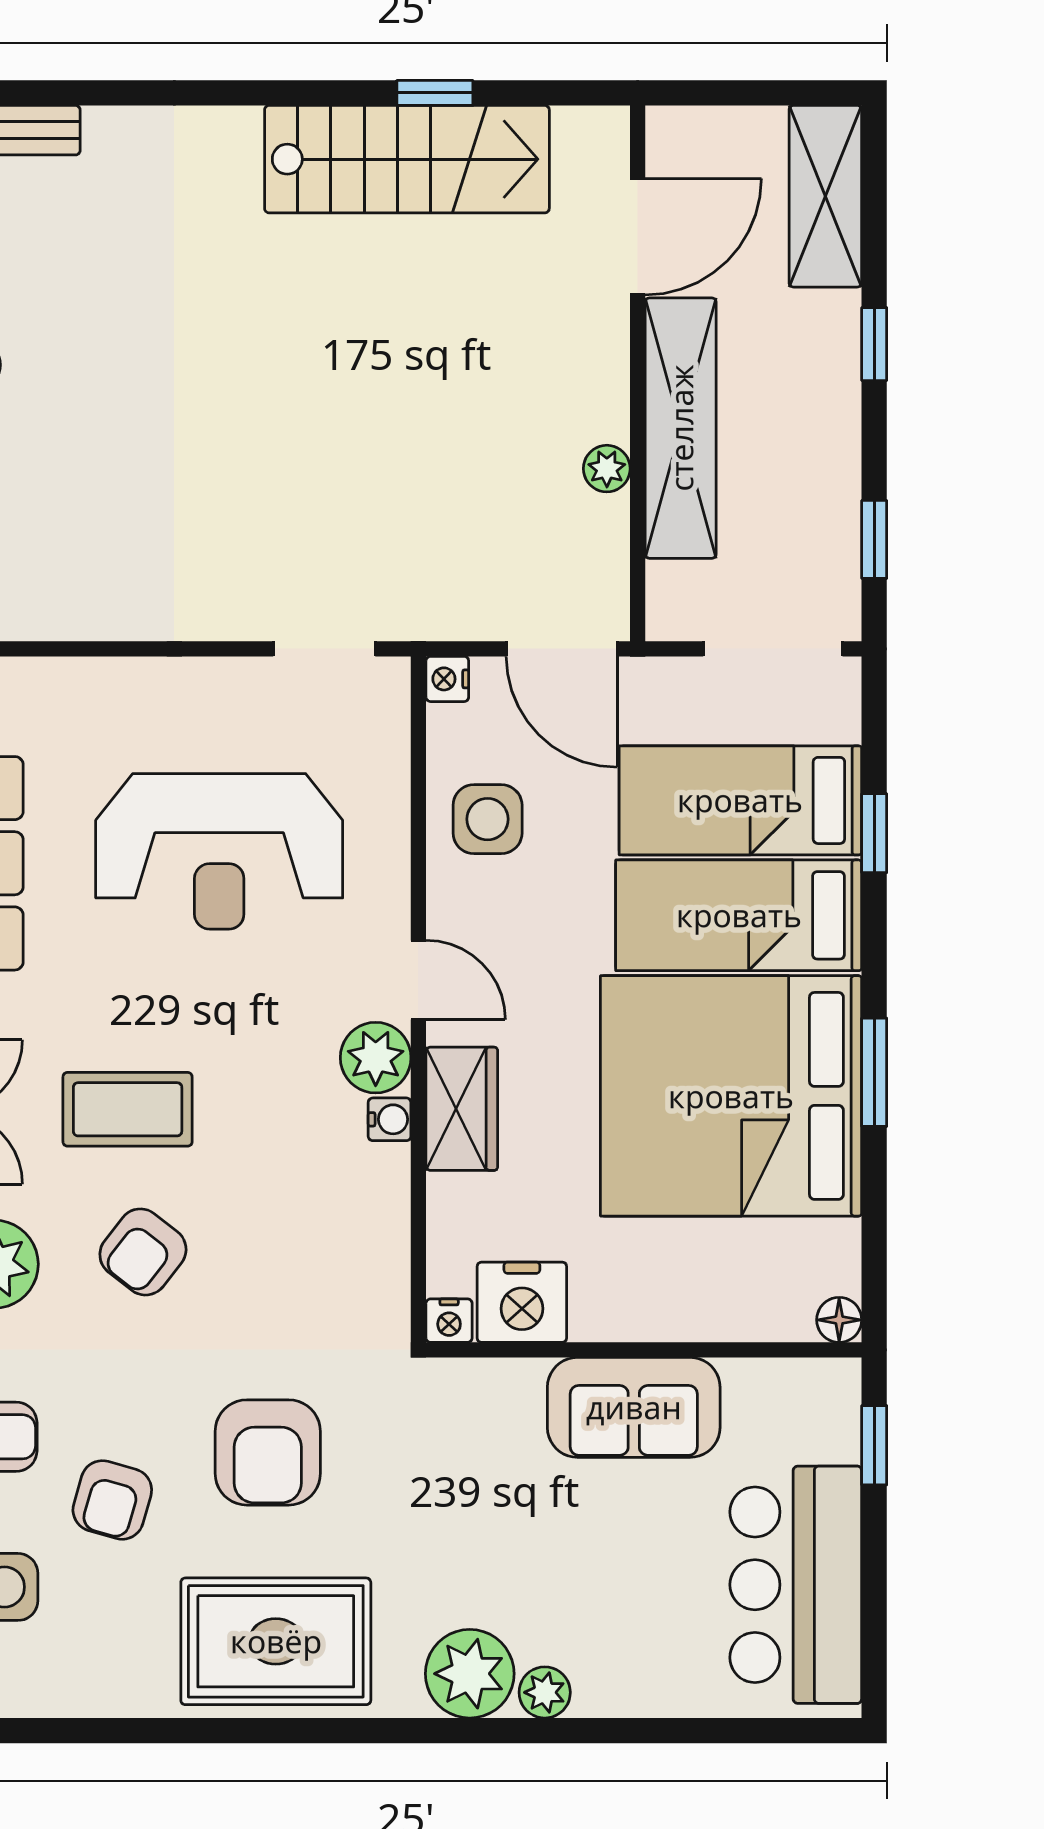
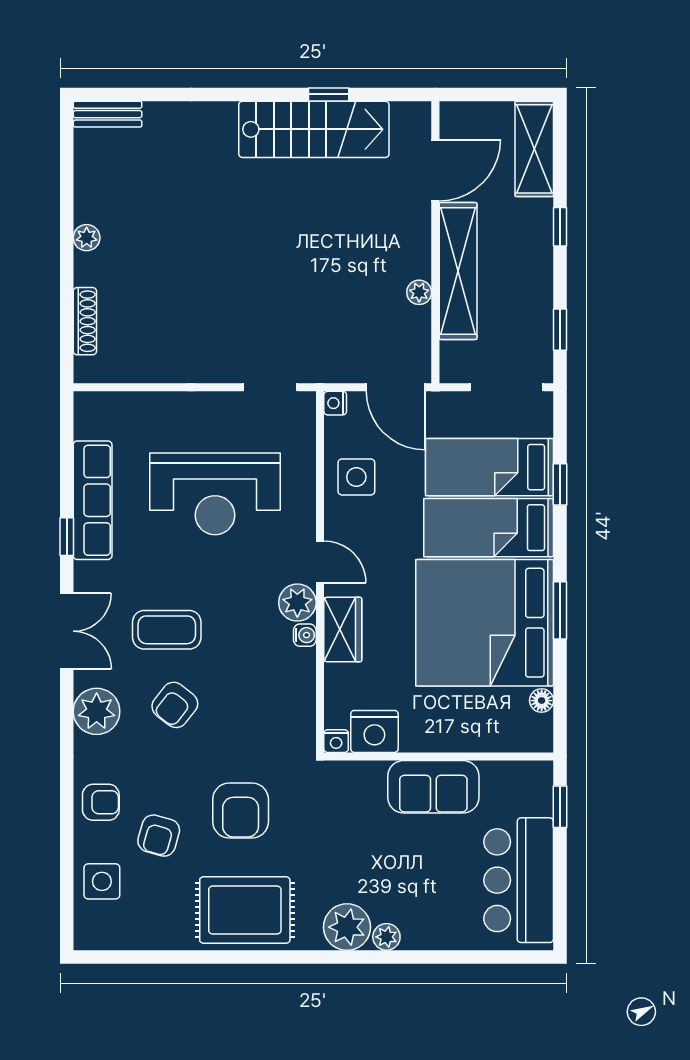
floor lamp: (839, 1320) -> (542, 701), moved

